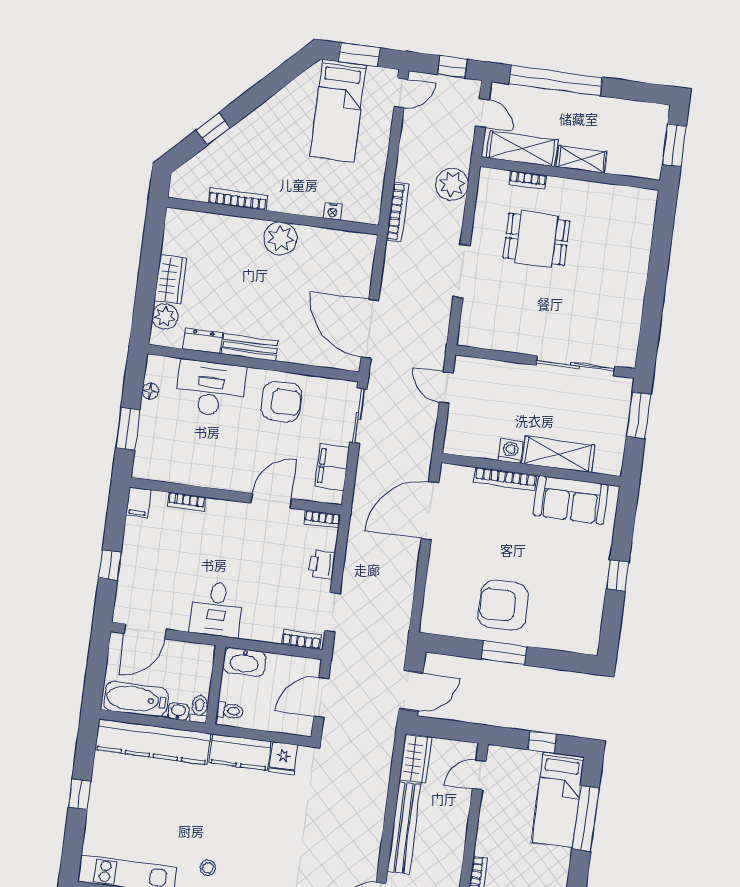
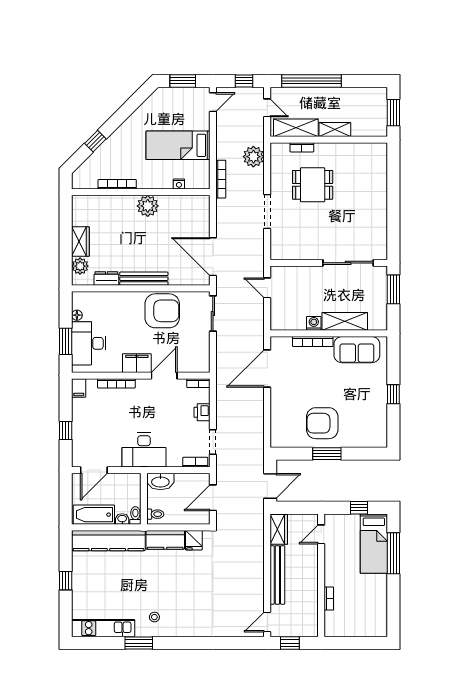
bed: (338, 111) -> (178, 145), moved, turned 90
bench: (250, 347) -> (144, 279), width x1.36
desk: (210, 388) -> (89, 343), moved, turned -90
armchair: (281, 402) -> (162, 311), width x1.36, depth x1.36
filing cabinet: (332, 467) -> (137, 363), moved, turned 90
bookcase: (187, 502) -> (116, 383), width x1.56
desk: (216, 609) -> (144, 450), width x1.37

